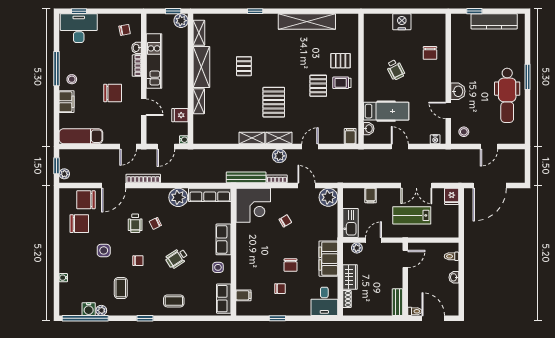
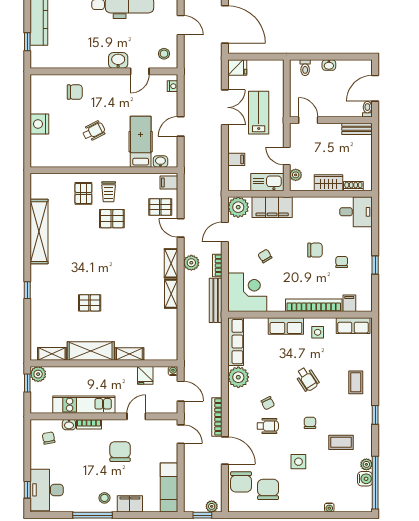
pallet: (274, 102) -> (160, 207), moved, width x0.67, depth x0.71
lab bench: (412, 215) -> (259, 113), turned 180
filing cabinet: (328, 259) -> (272, 207), moved
bookcase: (242, 264) -> (314, 305), added

